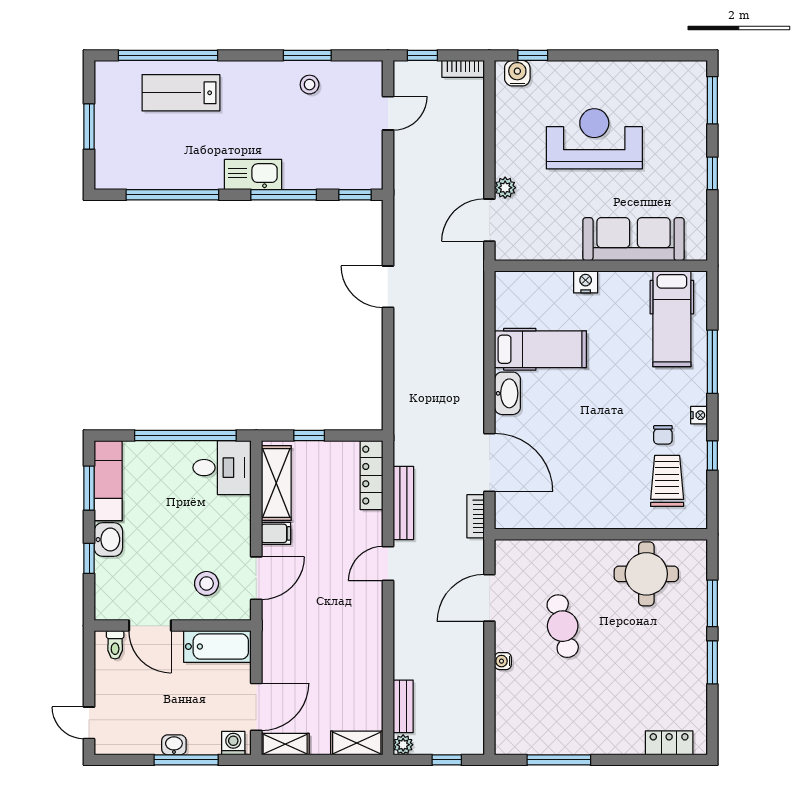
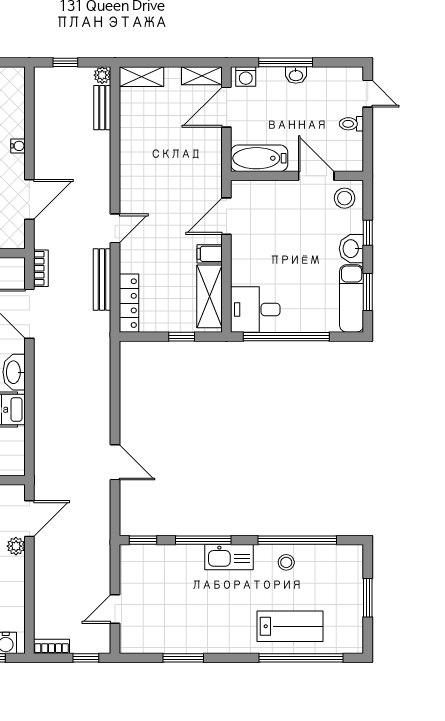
stool: (310, 85) -> (286, 562), moved
stool: (207, 583) -> (345, 198), moved
toilet: (115, 645) -> (351, 124), moved, turned -90

